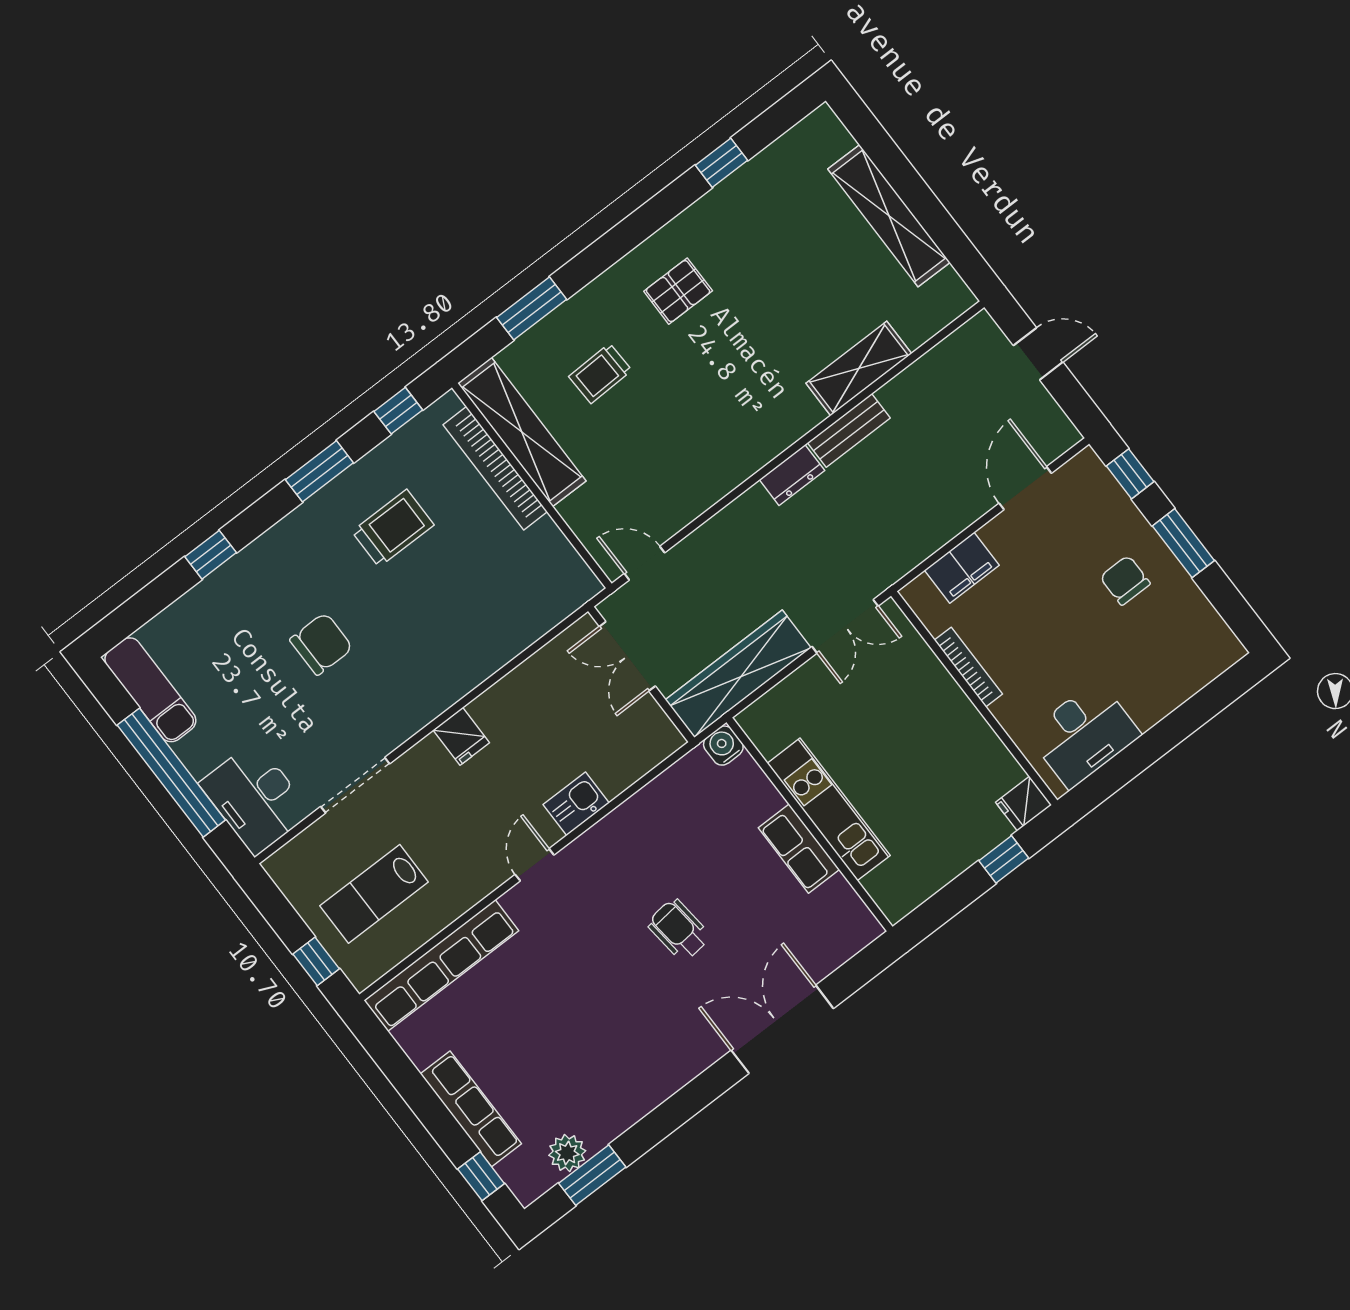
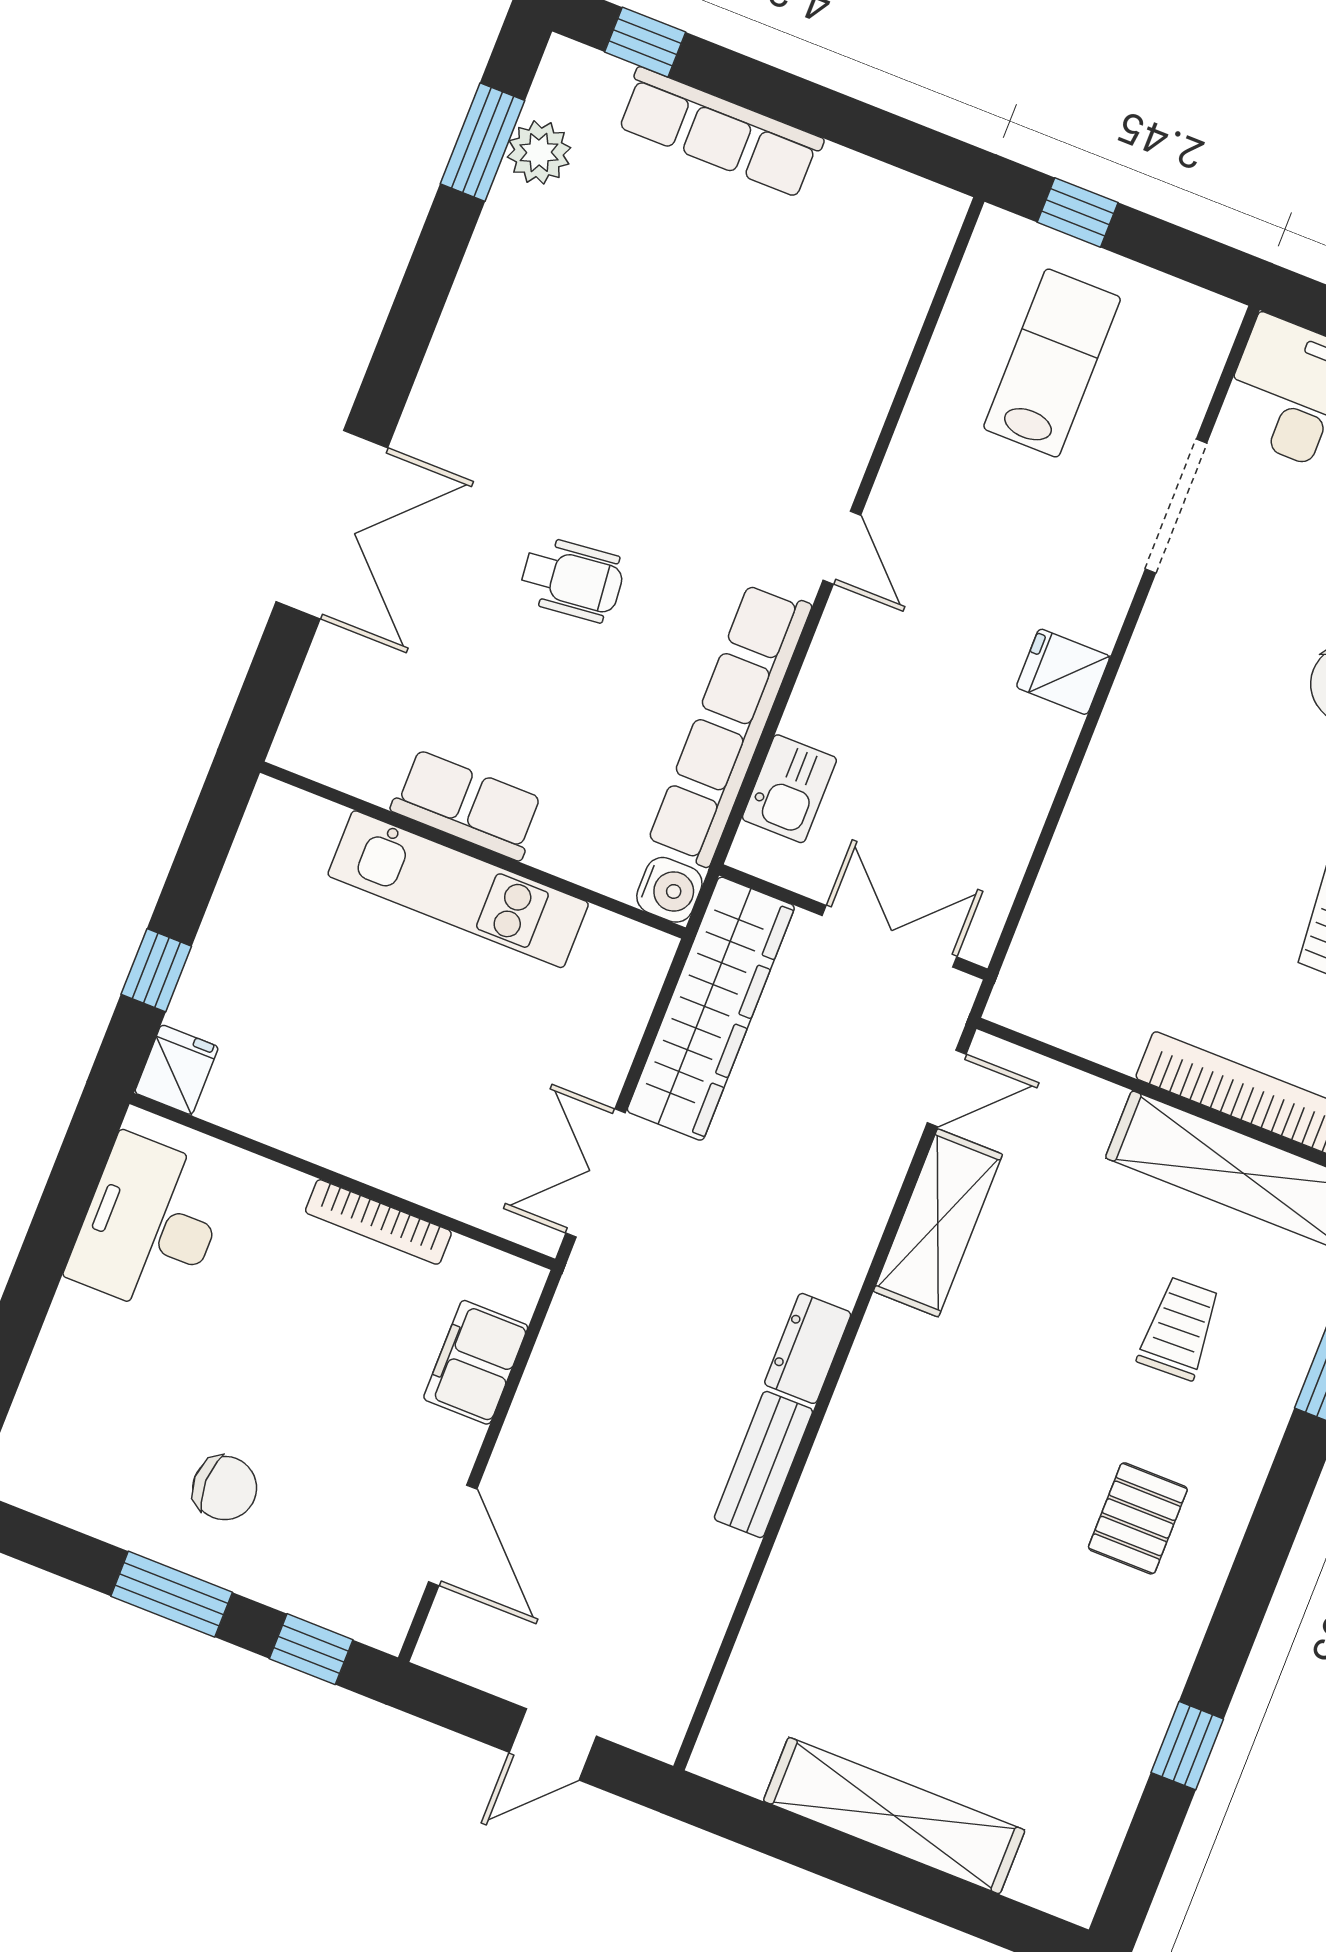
shelving: (859, 368) -> (938, 1223), moved
kitchen sink: (576, 804) -> (789, 789), moved
row of seats: (441, 965) -> (729, 724), moved

